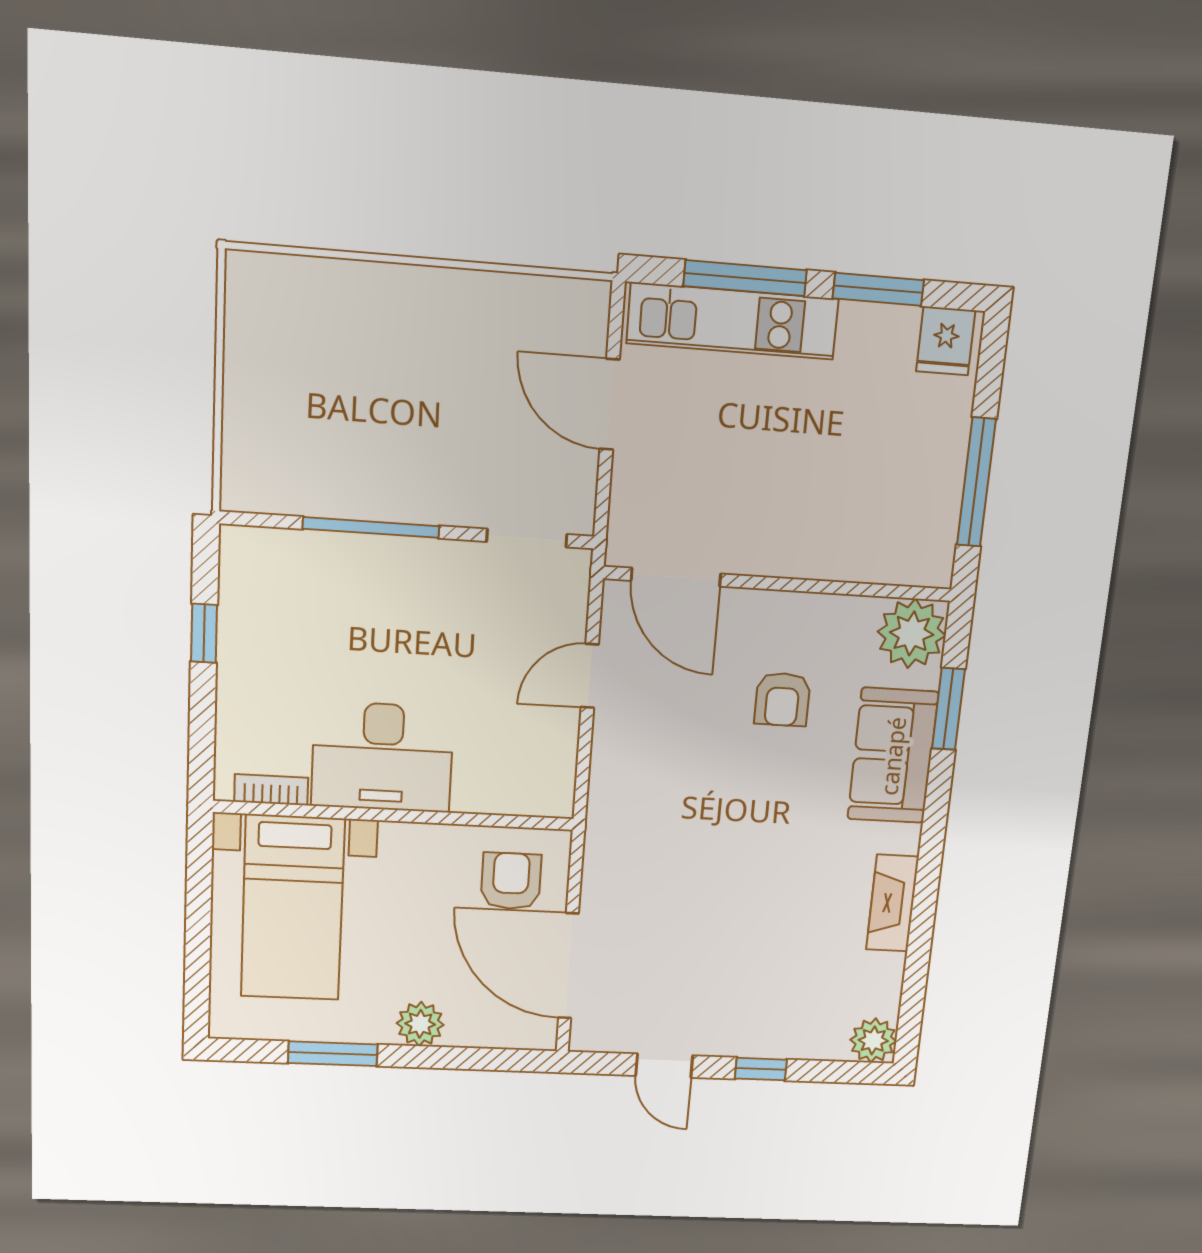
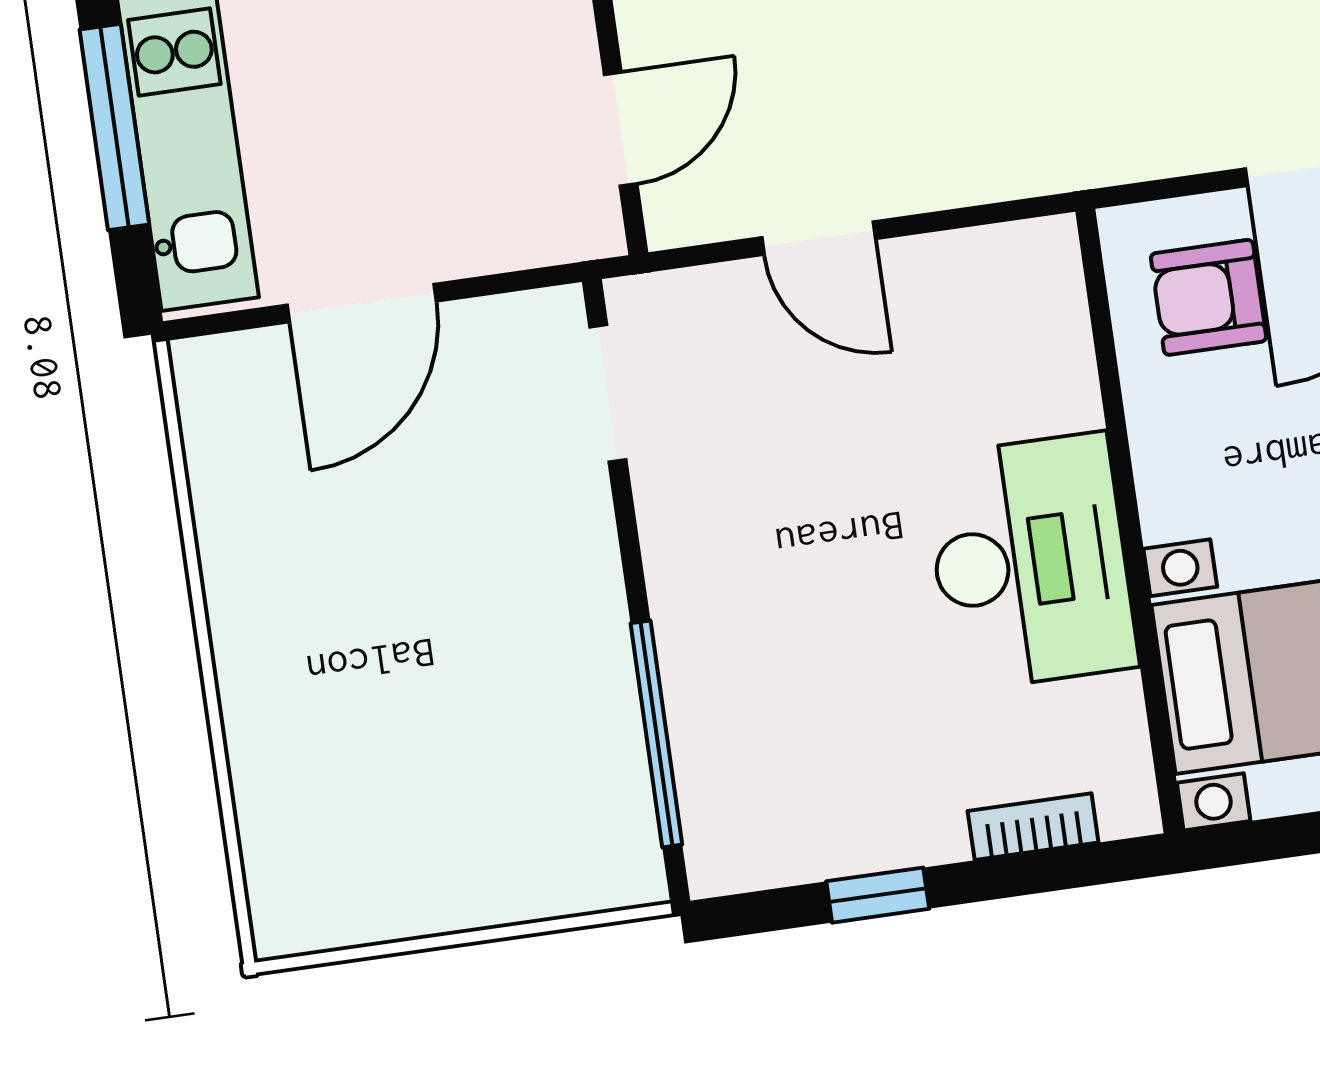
window: (371, 528) -> (656, 734), moved
door: (676, 577) -> (621, 129), width x0.73
bookcase: (271, 790) -> (1033, 827), moved, turned 90

